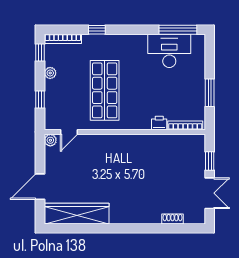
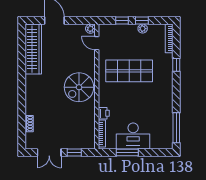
desk: (169, 51) -> (133, 136), moved, turned 90
window: (40, 53) -> (142, 21), moved
spiral stairs: (126, 155) -> (79, 87), added

